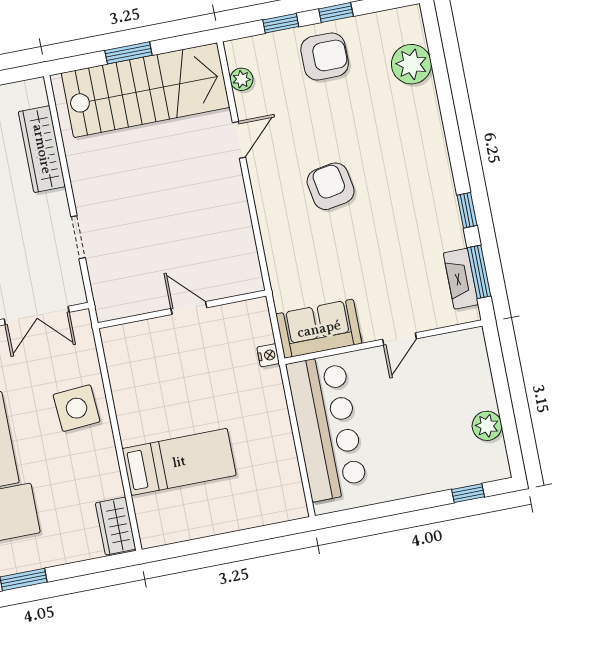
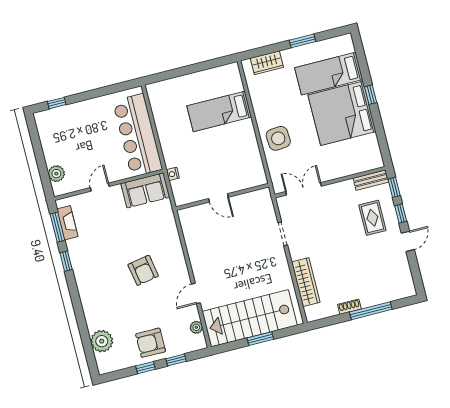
plant: (487, 426) -> (56, 174), moved
wardrobe: (116, 526) -> (267, 63), moved, turned 90

